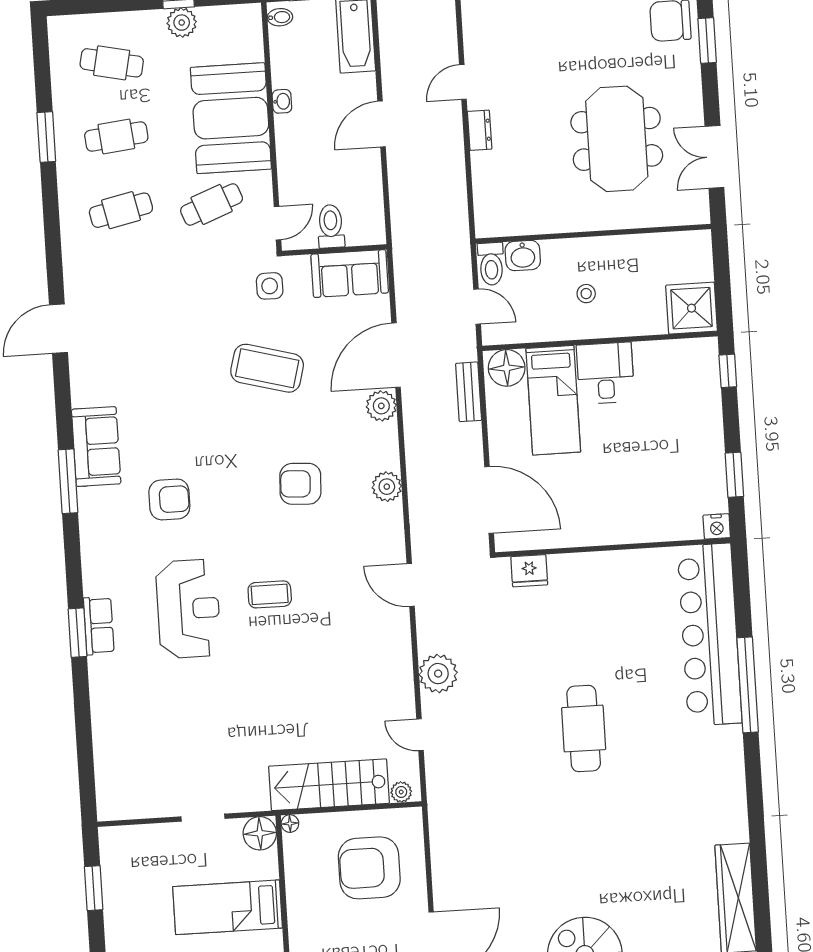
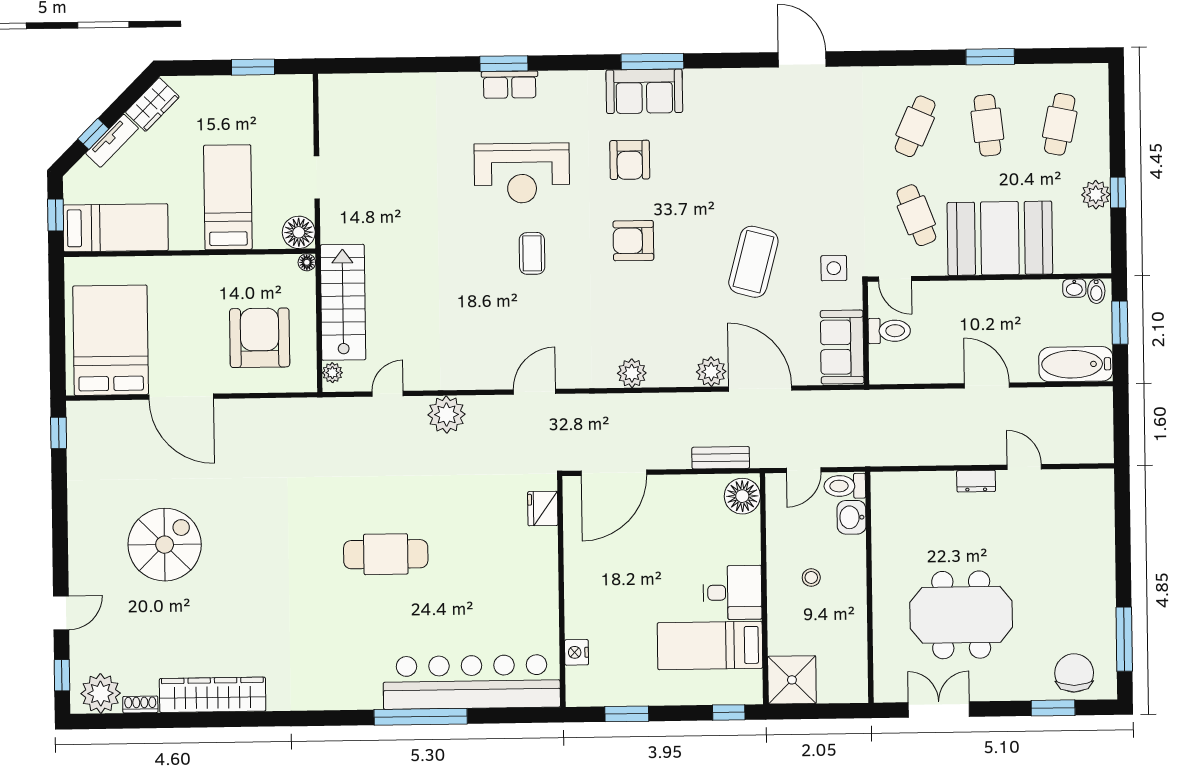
washbasin: (282, 101) -> (1074, 288), moved
cafe table: (121, 210) -> (915, 126), turned 36
bed: (553, 400) -> (710, 646), moved
sofa: (96, 447) -> (644, 91), moved
armchair: (300, 484) -> (633, 241), moved, turned -93
nightstand: (717, 526) -> (577, 652), moved

